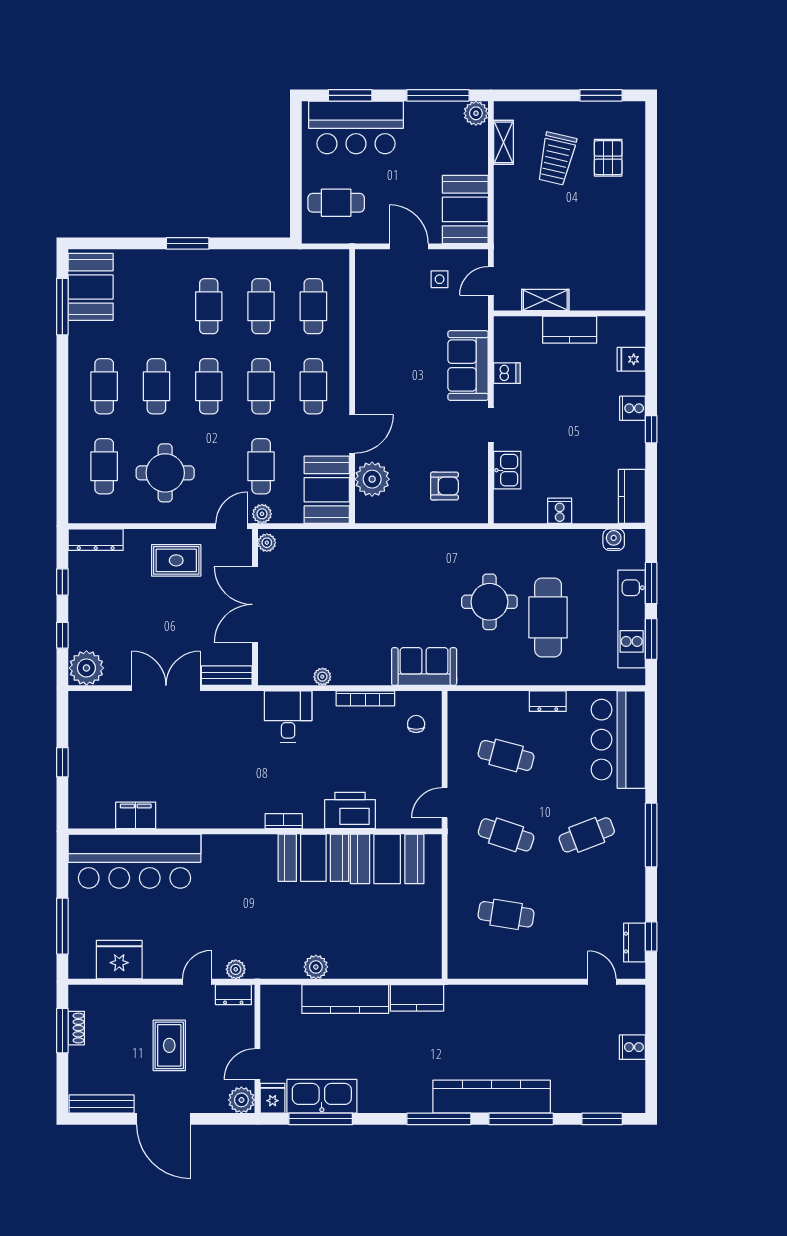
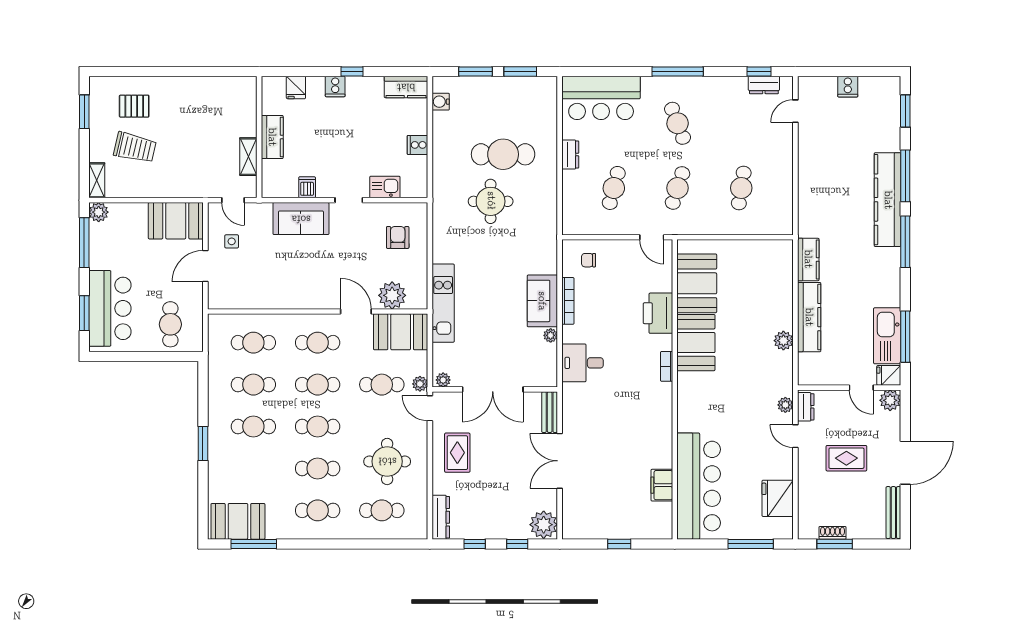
shelving: (504, 142) -> (97, 180), moved, turned 90
kitchen unit: (632, 619) -> (443, 303), moved, turned -90
sofa: (424, 666) -> (542, 301), moved

